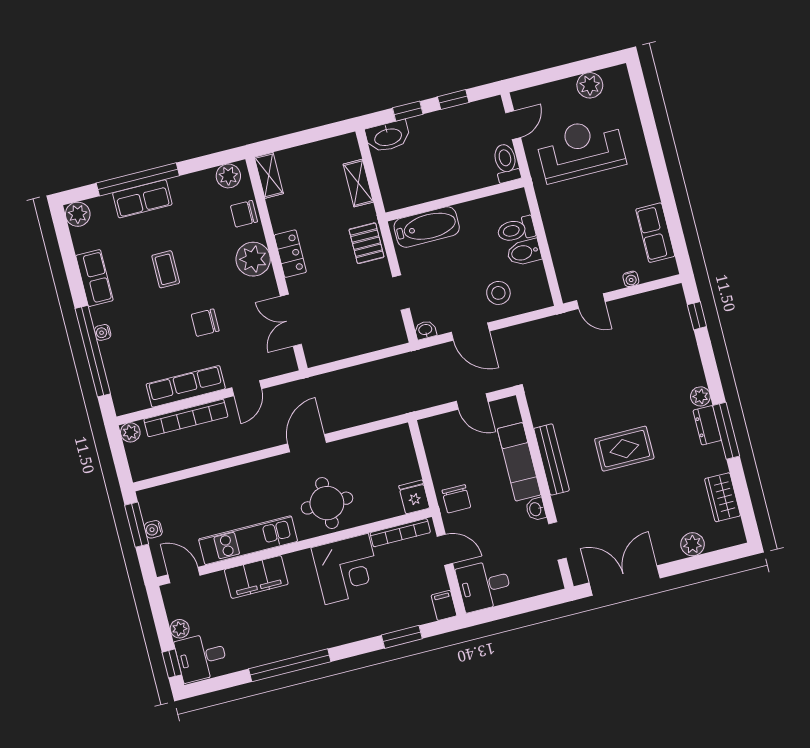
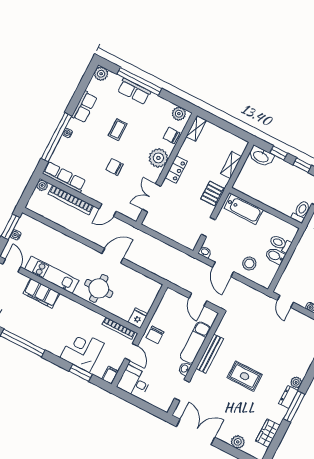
row of seats: (186, 386) -> (64, 177), moved
corner desk: (347, 569) -> (82, 351), moved, turned 180

